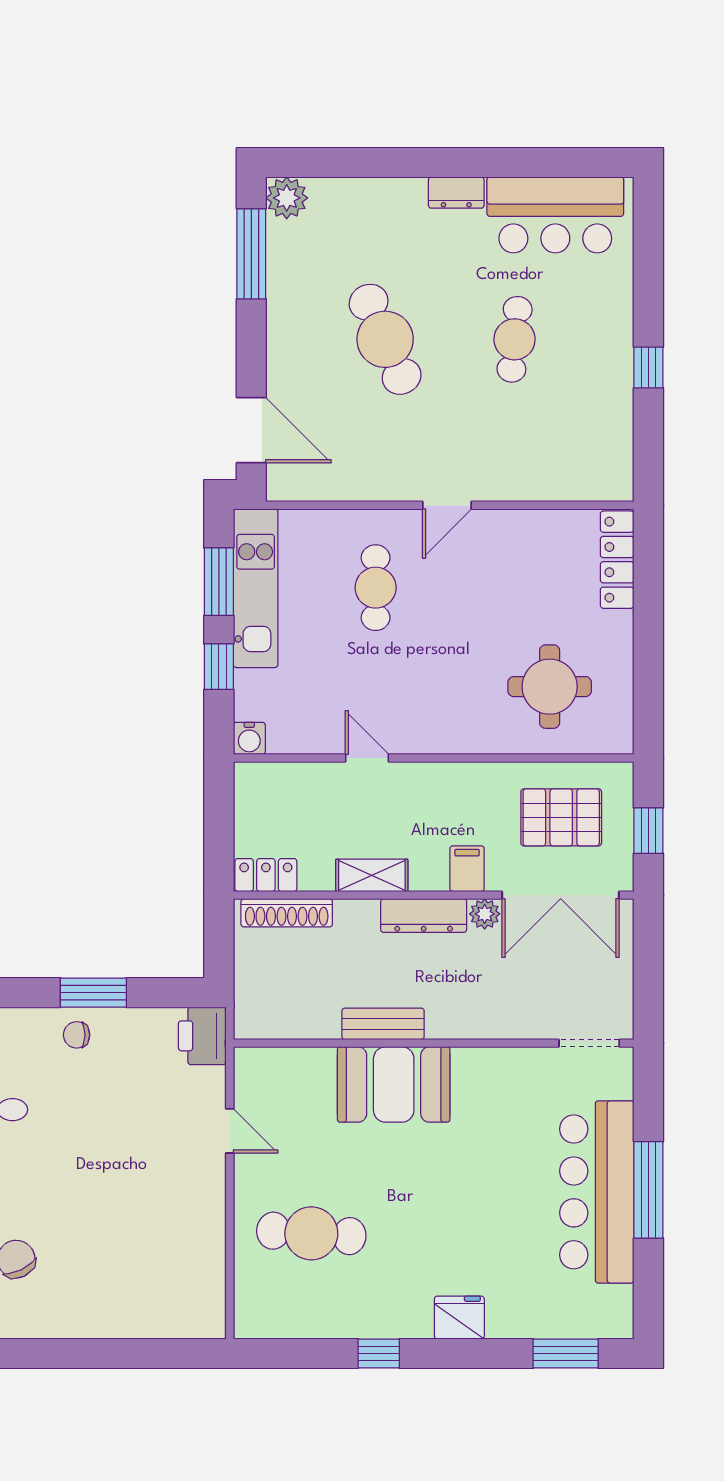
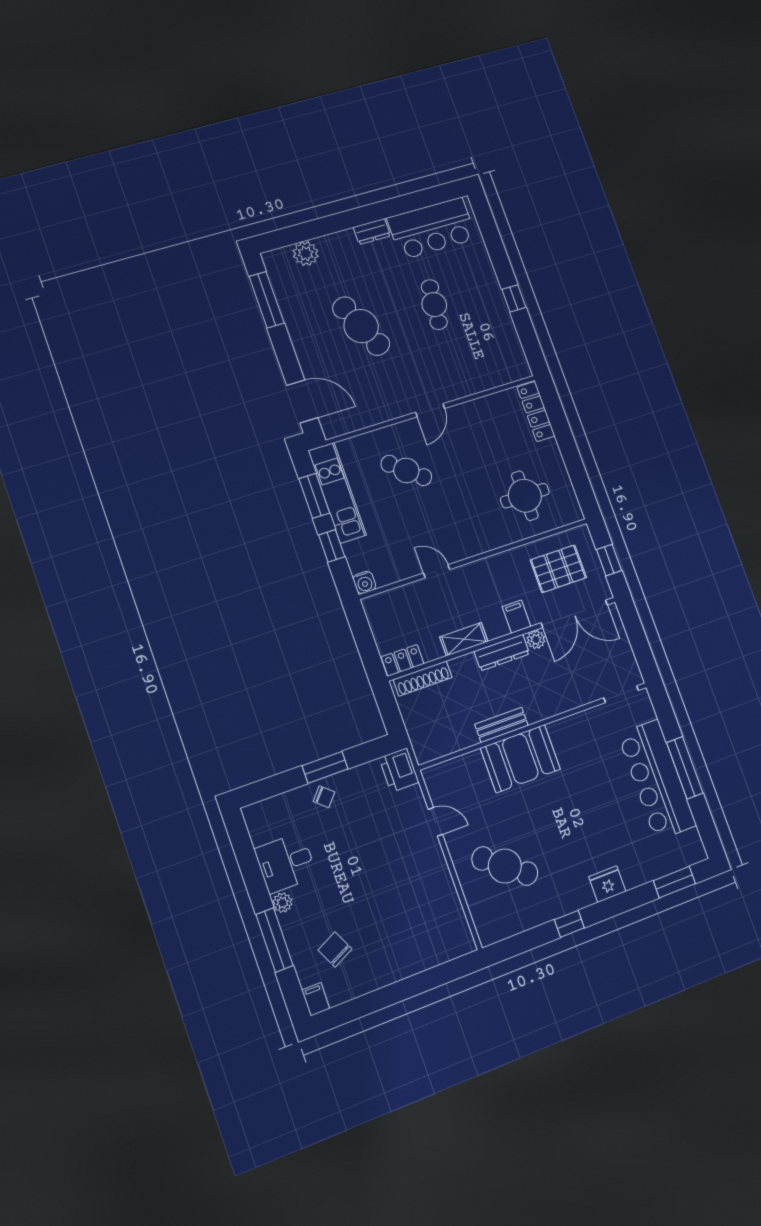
plant: (287, 198) -> (306, 253), moved
cafe table: (376, 588) -> (406, 470), turned -51
chair: (77, 1035) -> (324, 797), turned -139
cafe table: (311, 1233) -> (505, 866), turned 34

